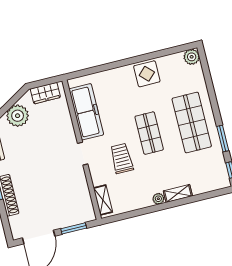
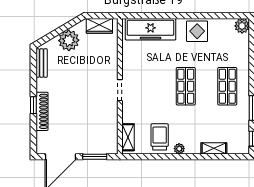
freezer: (86, 112) -> (151, 29), moved, turned 90
shop shelf: (192, 123) -> (227, 86), width x0.70, depth x0.74
trolley: (122, 158) -> (160, 137), moved
shelving: (178, 193) -> (214, 148), moved

